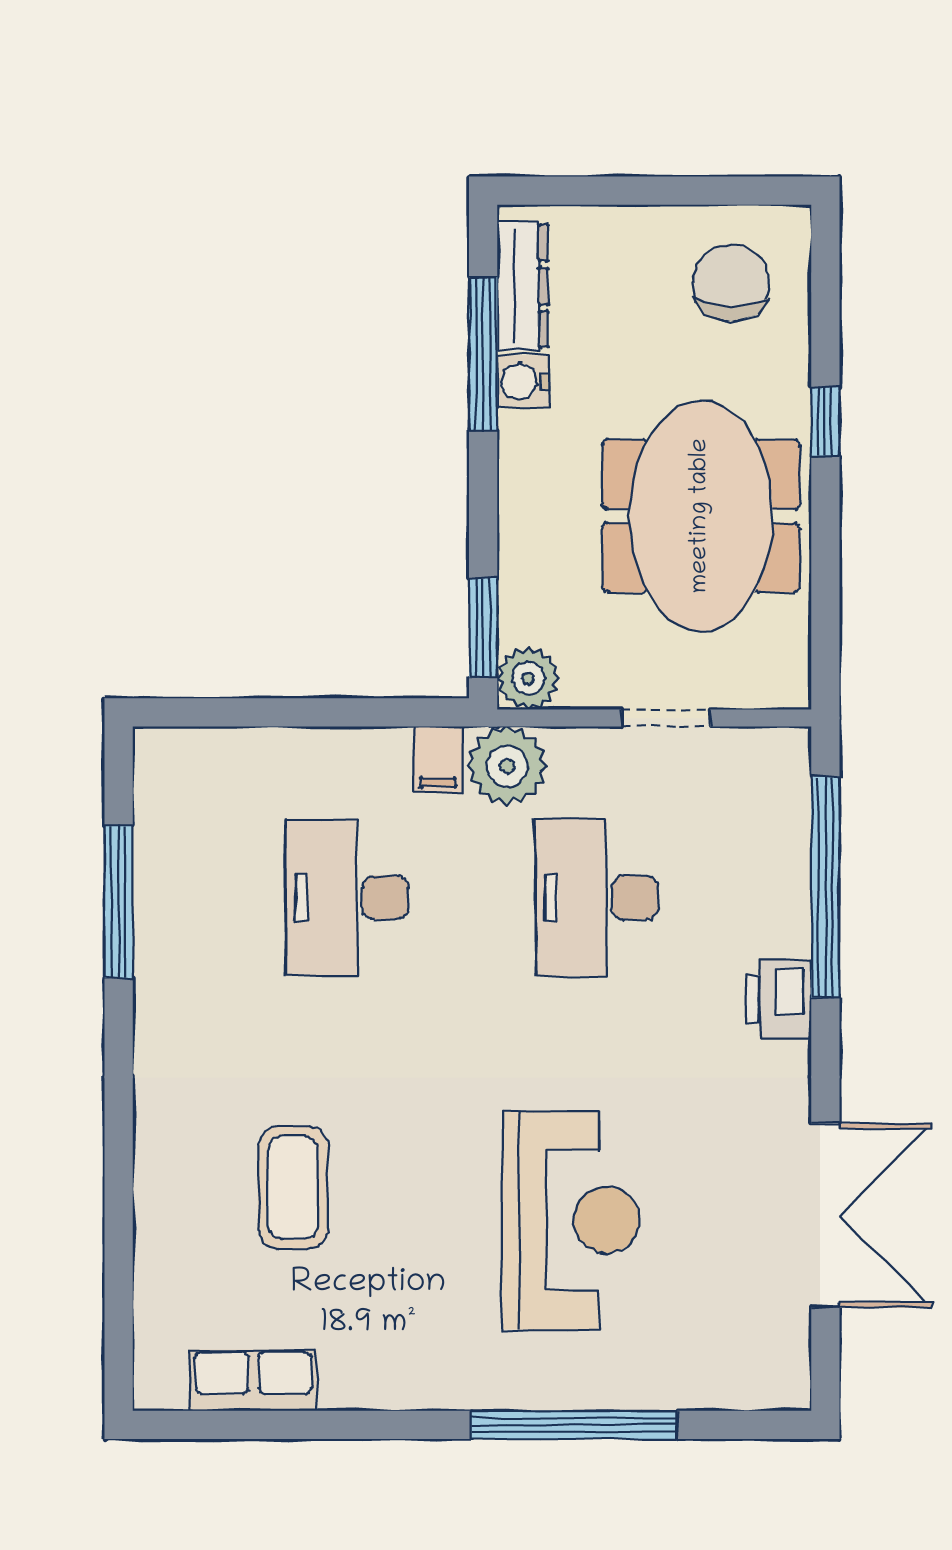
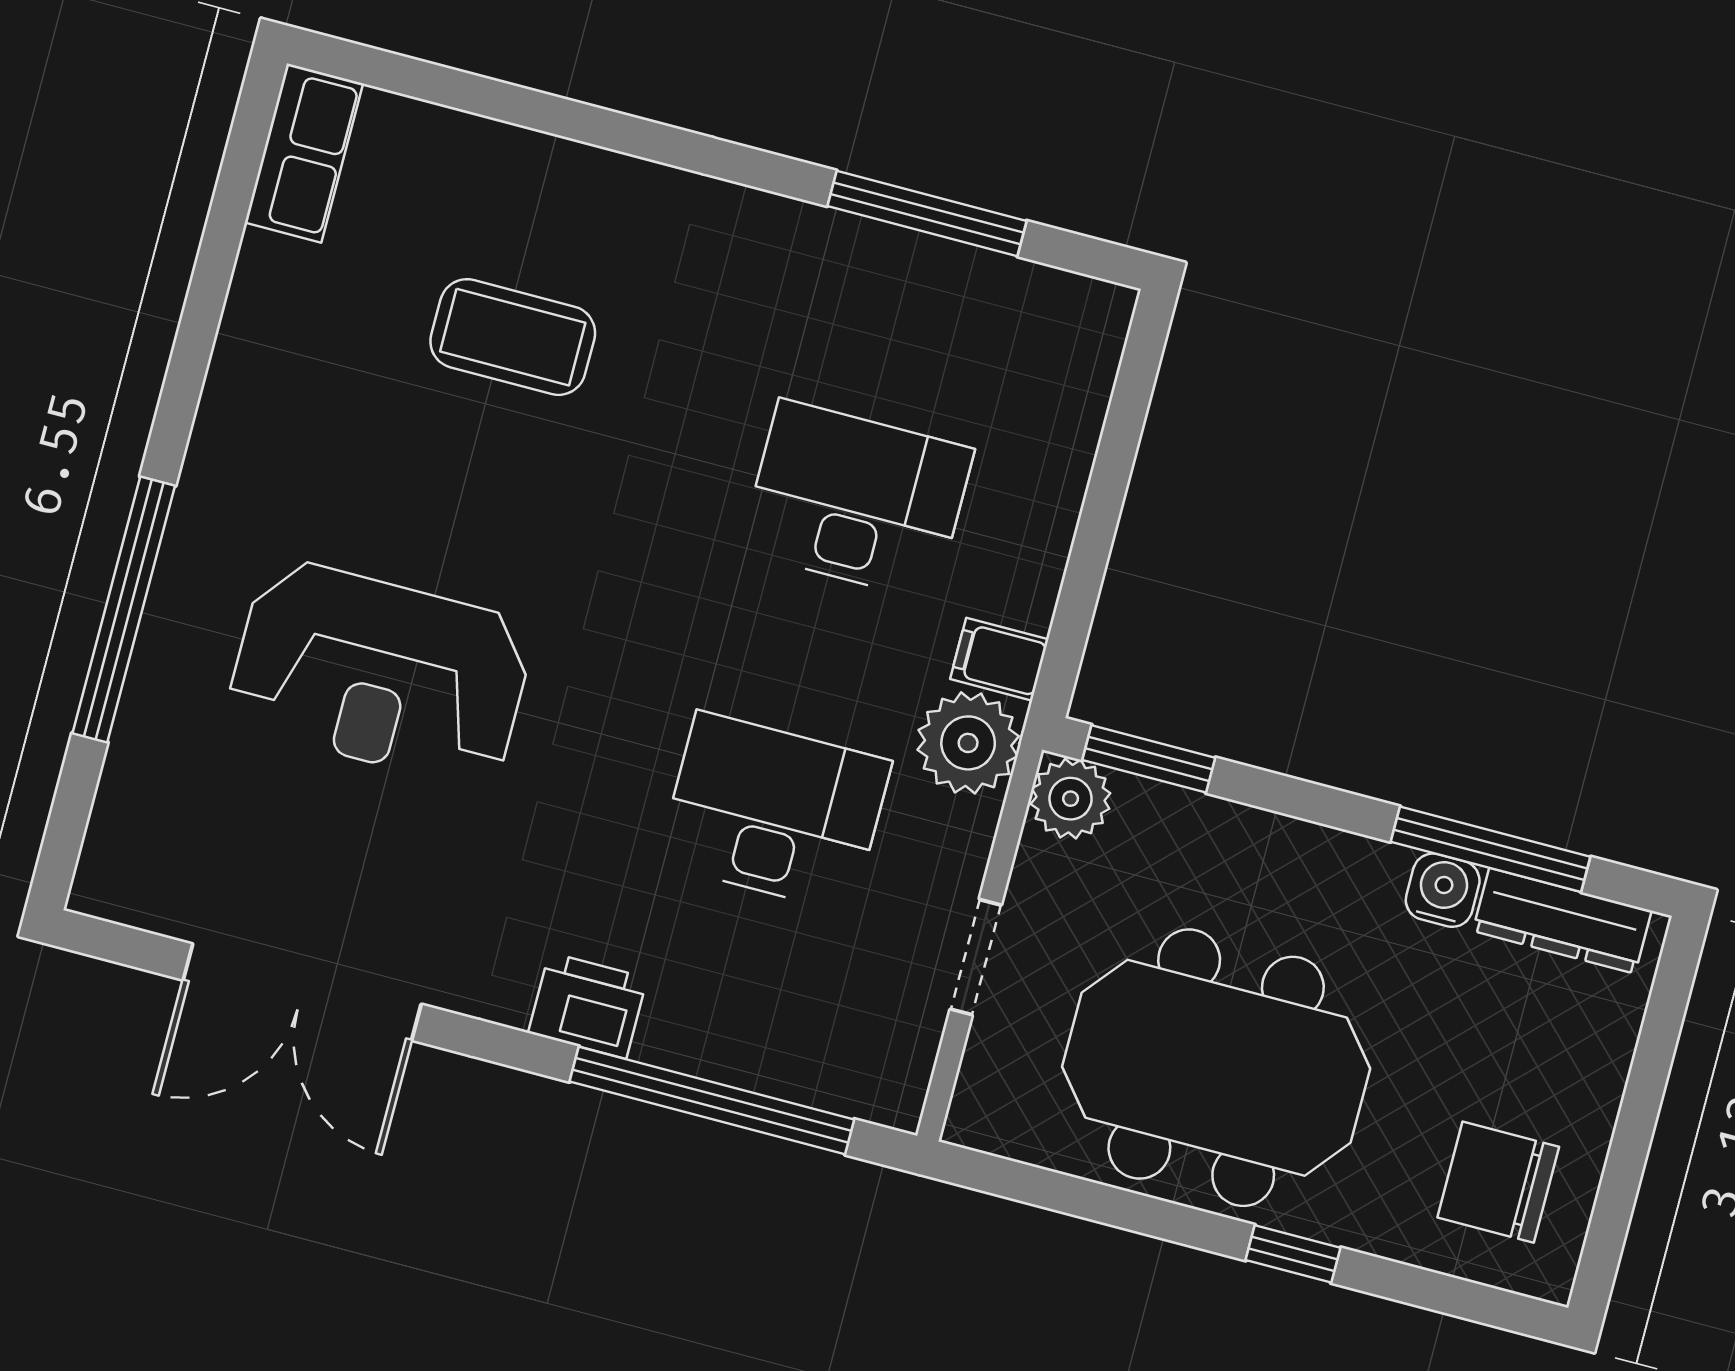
chair: (731, 282) -> (1498, 1182), turned 180
row of seats: (253, 1380) -> (304, 153), moved

